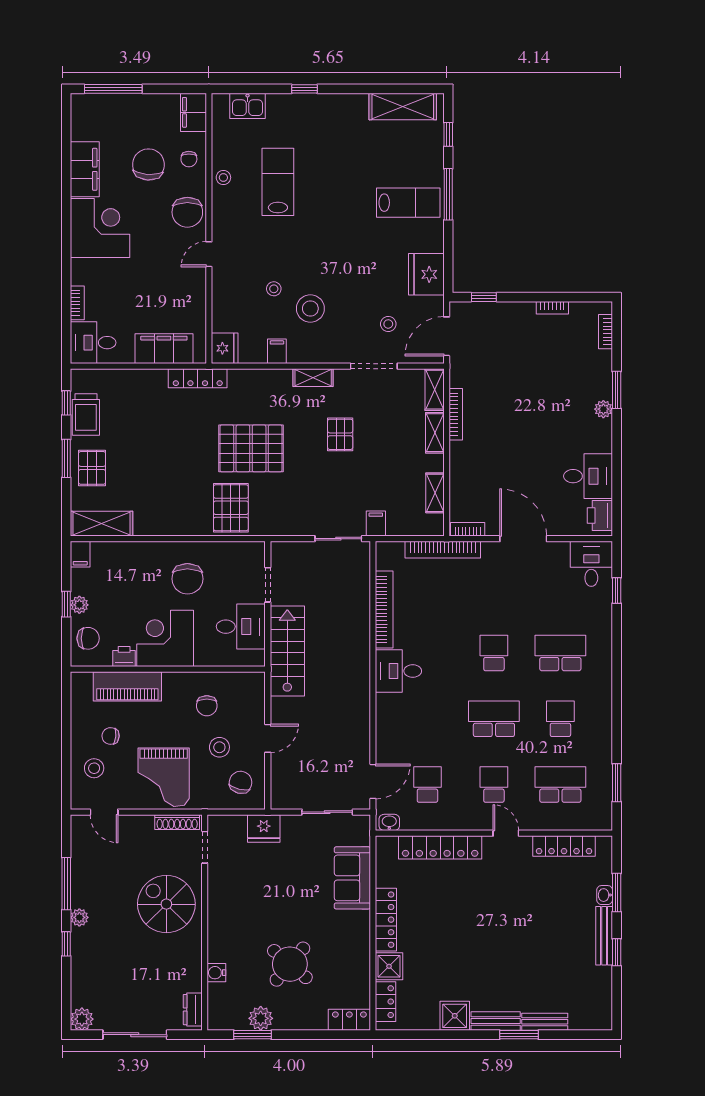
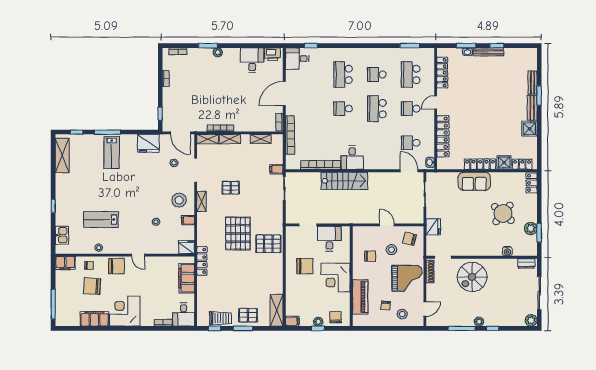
lab bench: (408, 203) -> (112, 153), turned 180
stool: (310, 309) -> (179, 200), moved
stairs: (287, 651) -> (344, 181), moved, turned 180
printer: (124, 656) -> (345, 299), removed
sofa: (352, 878) -> (474, 181), moved

